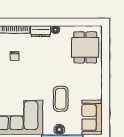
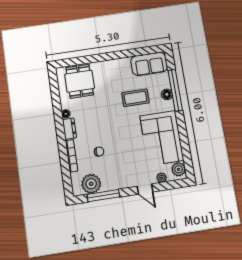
dining table: (85, 47) -> (80, 81), turned 90

